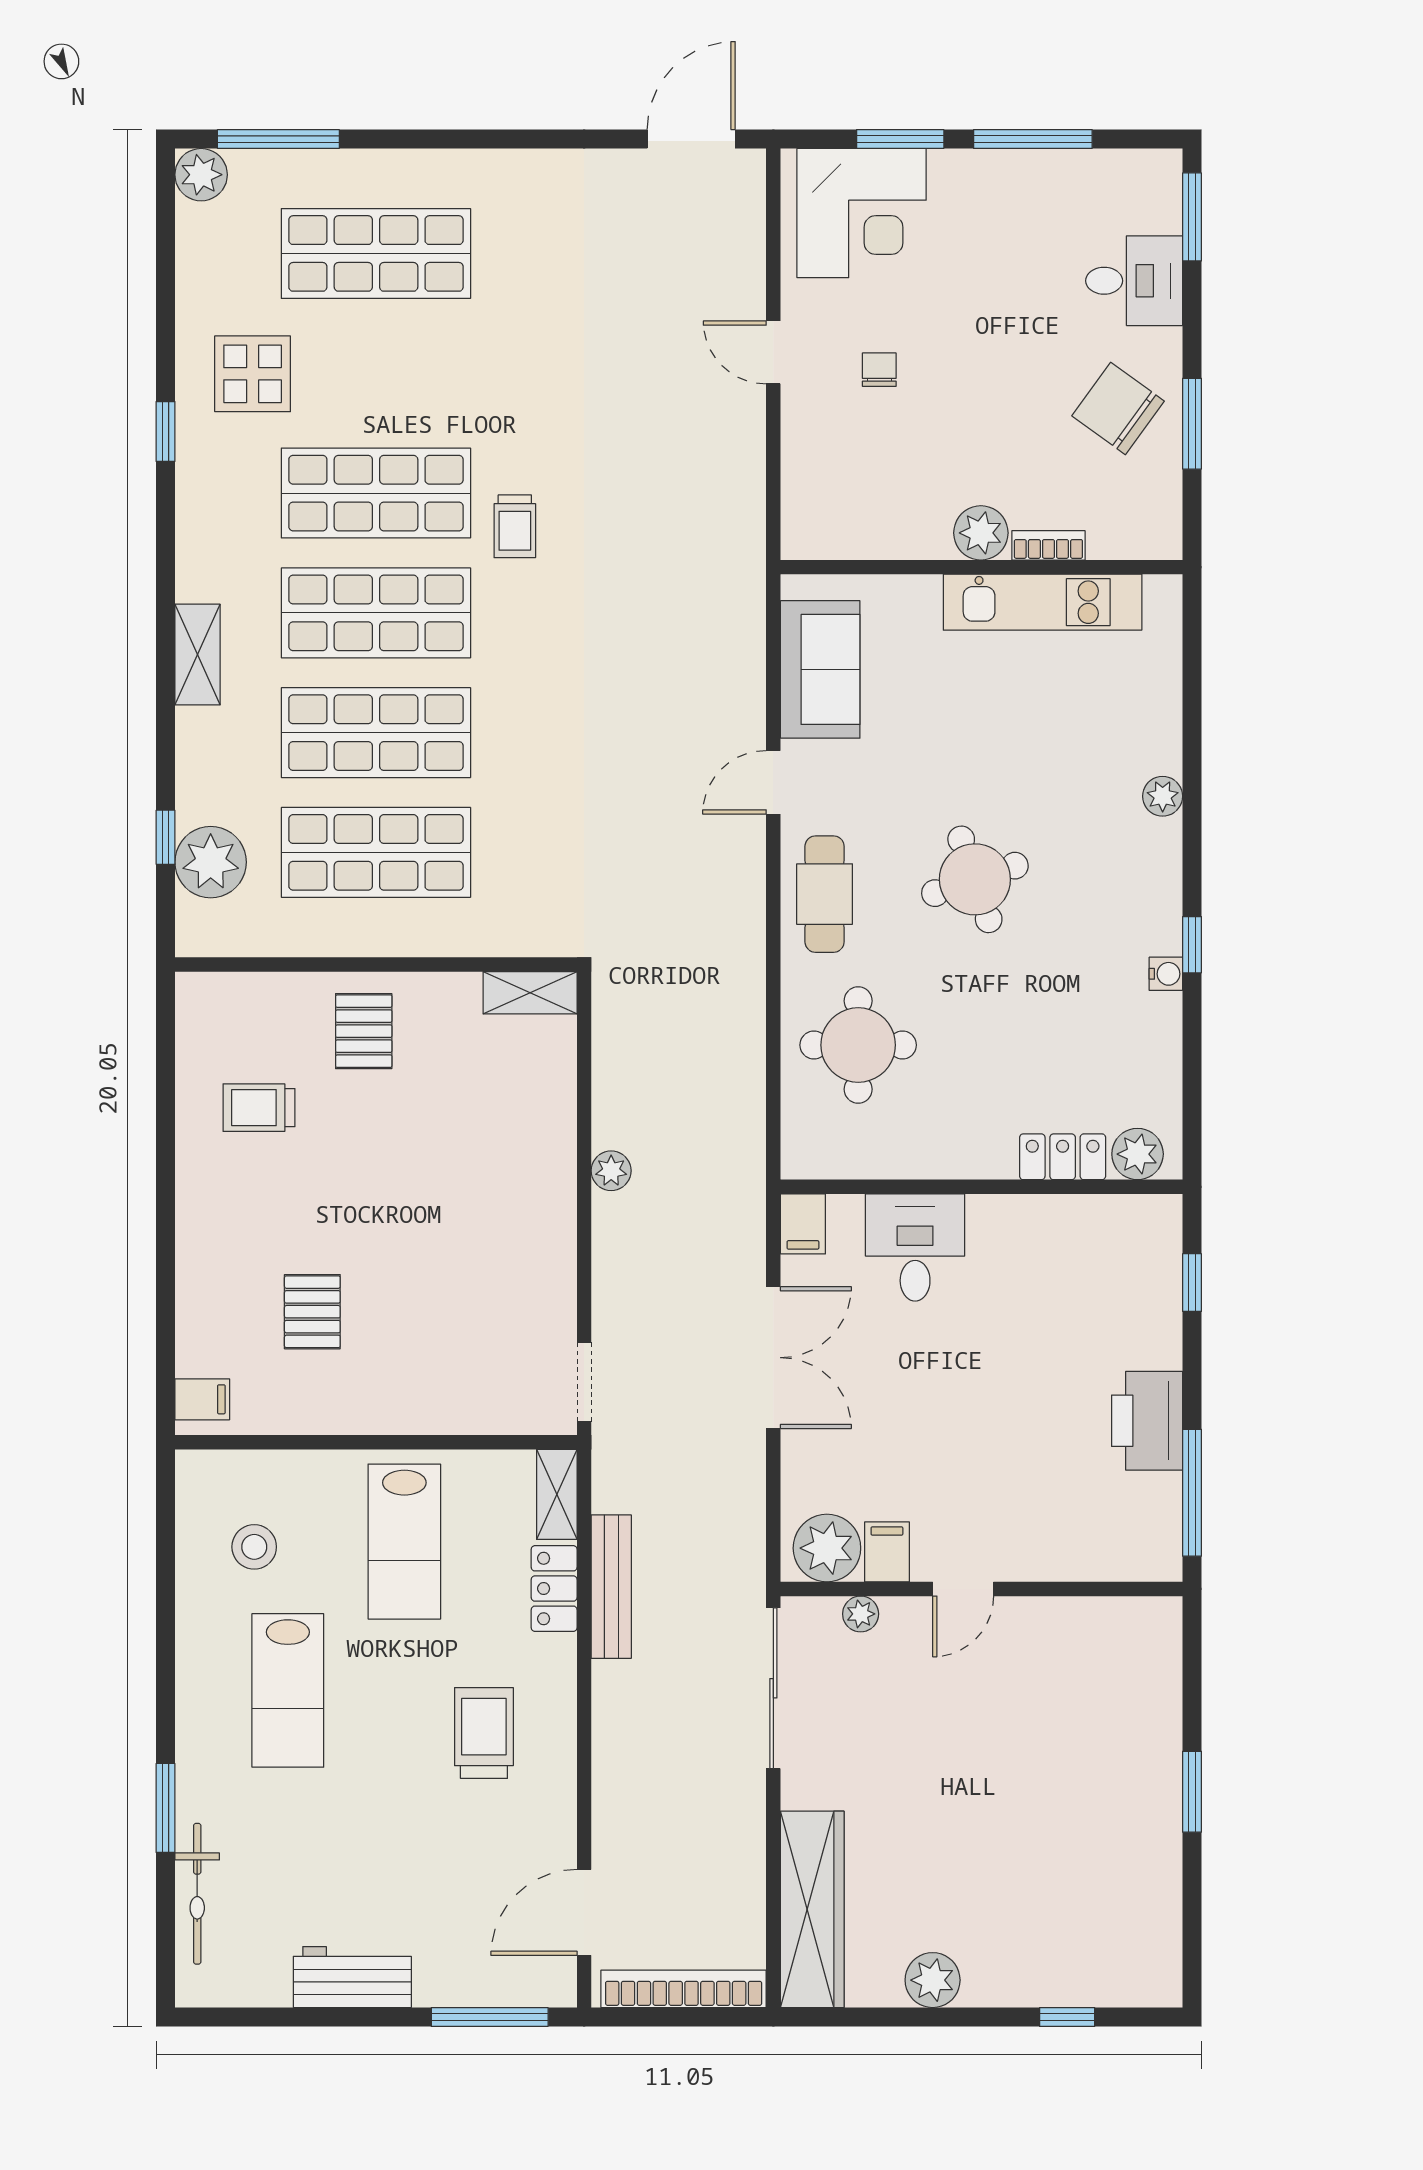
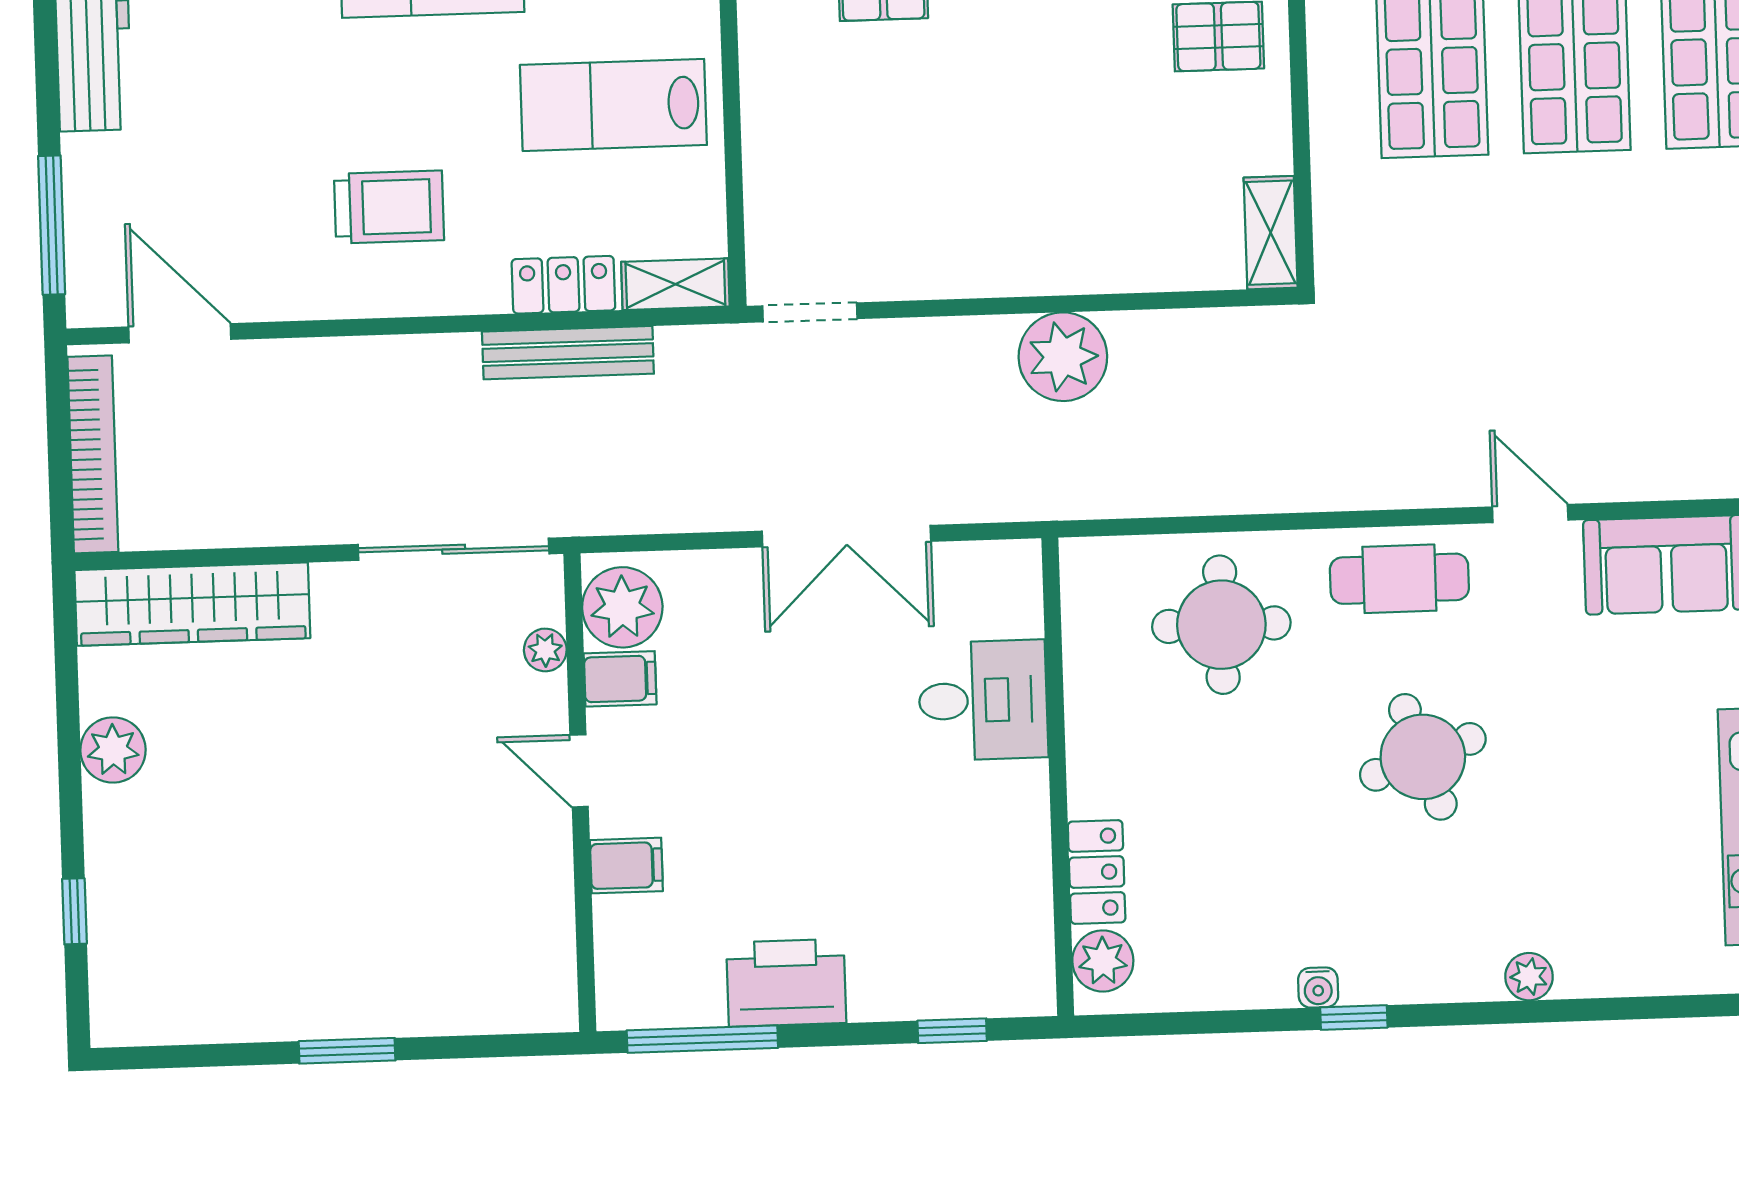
plant: (611, 1171) -> (1063, 357), width x1.87, depth x1.87
filing cabinet: (803, 1224) -> (626, 866), moved, turned 180

